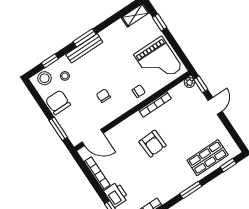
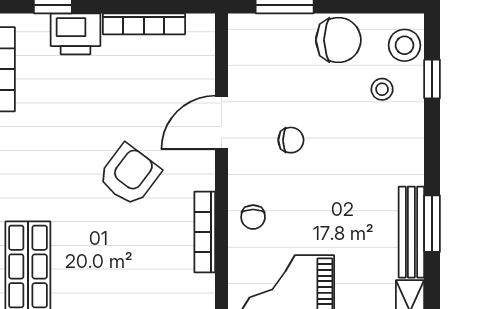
window: (84, 38) -> (432, 224), moved
bench: (84, 48) -> (411, 232), moved
door: (93, 138) -> (221, 123), moved
armchair: (153, 144) -> (129, 175), turned 130

